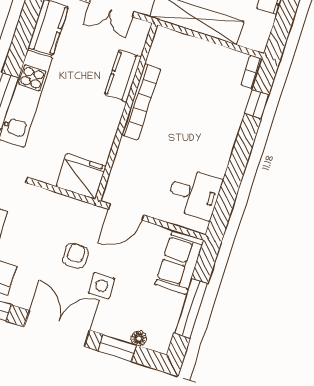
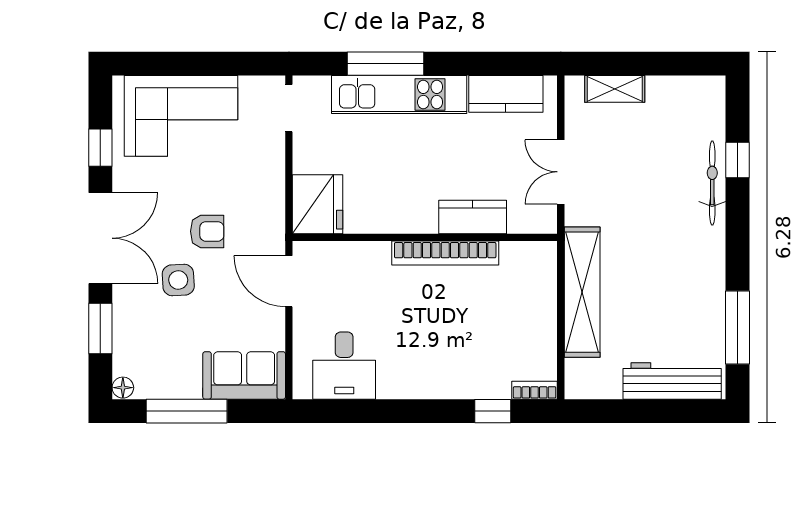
floor lamp: (139, 338) -> (123, 388), moved

